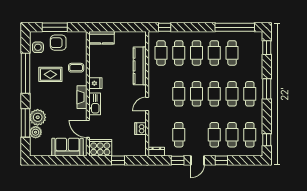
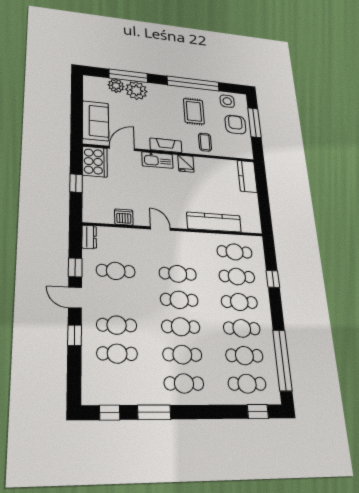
window: (165, 27) -> (273, 279), moved
window: (267, 89) -> (154, 412), moved
cafe table: (250, 135) -> (247, 384), moved

